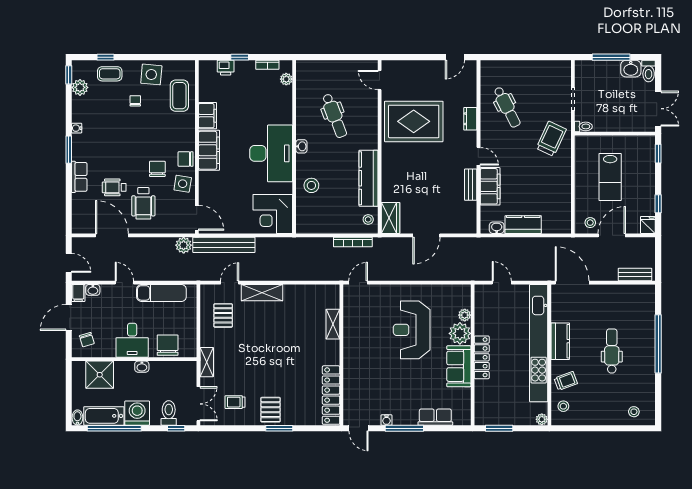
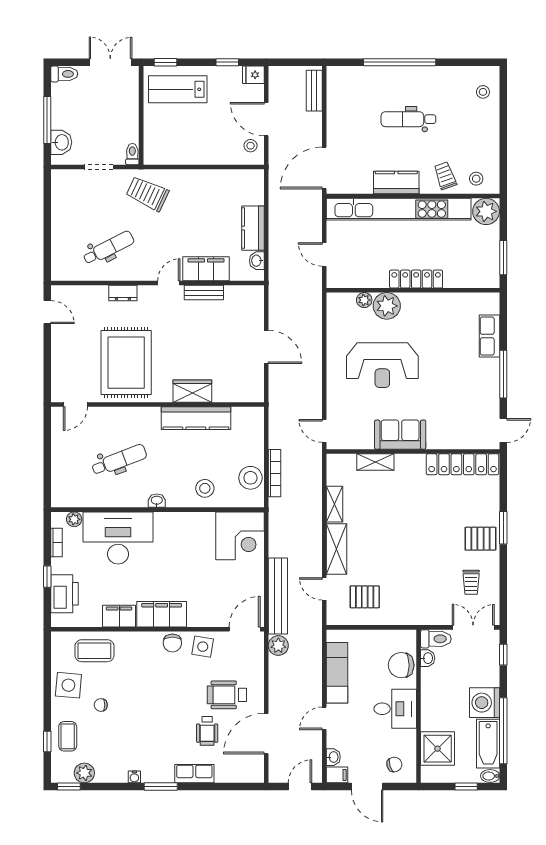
printer: (226, 68) -> (65, 594), width x1.87, depth x1.48
washbasin: (631, 69) -> (61, 142), moved
desk: (271, 153) -> (118, 538), moved
chair: (157, 169) -> (185, 678), removed
lab bench: (610, 177) -> (178, 89), moved, turned 180
wheelchair: (143, 203) -> (227, 695), turned 180
wardrobe: (391, 218) -> (192, 391), moved
stool: (368, 219) -> (250, 478), moved, width x1.89, depth x1.89
bookcase: (353, 242) -> (274, 473), moved
door: (502, 283) -> (324, 254), hinge flipped
shelving: (207, 362) -> (335, 504), moved, turned 90
sofa: (459, 366) -> (400, 435), moved, turned 180
washbasin: (142, 367) -> (428, 658), moved
window: (69, 398) -> (466, 787), added
toilet: (169, 413) -> (436, 639), moved, turned 180
plant: (542, 419) -> (486, 211), width x1.88, depth x1.88
water cooler: (386, 420) -> (493, 396), removed

